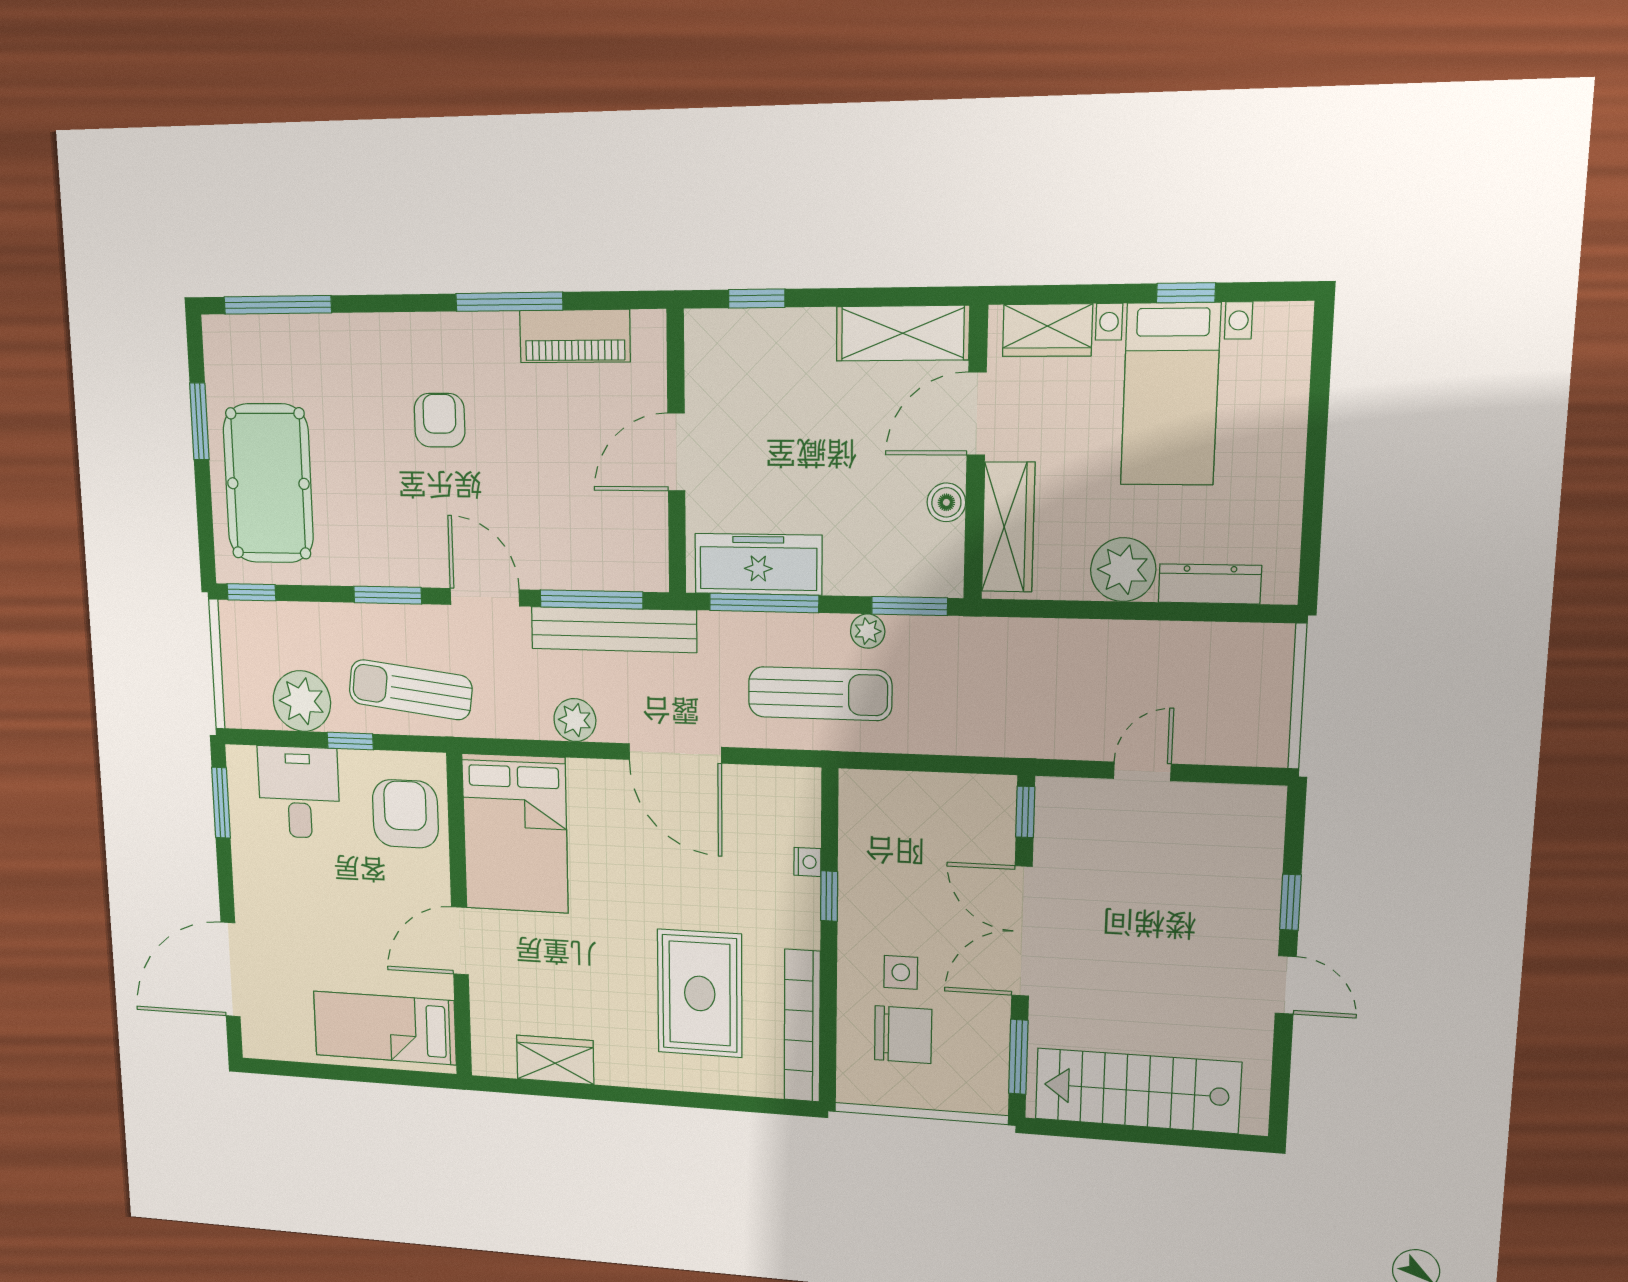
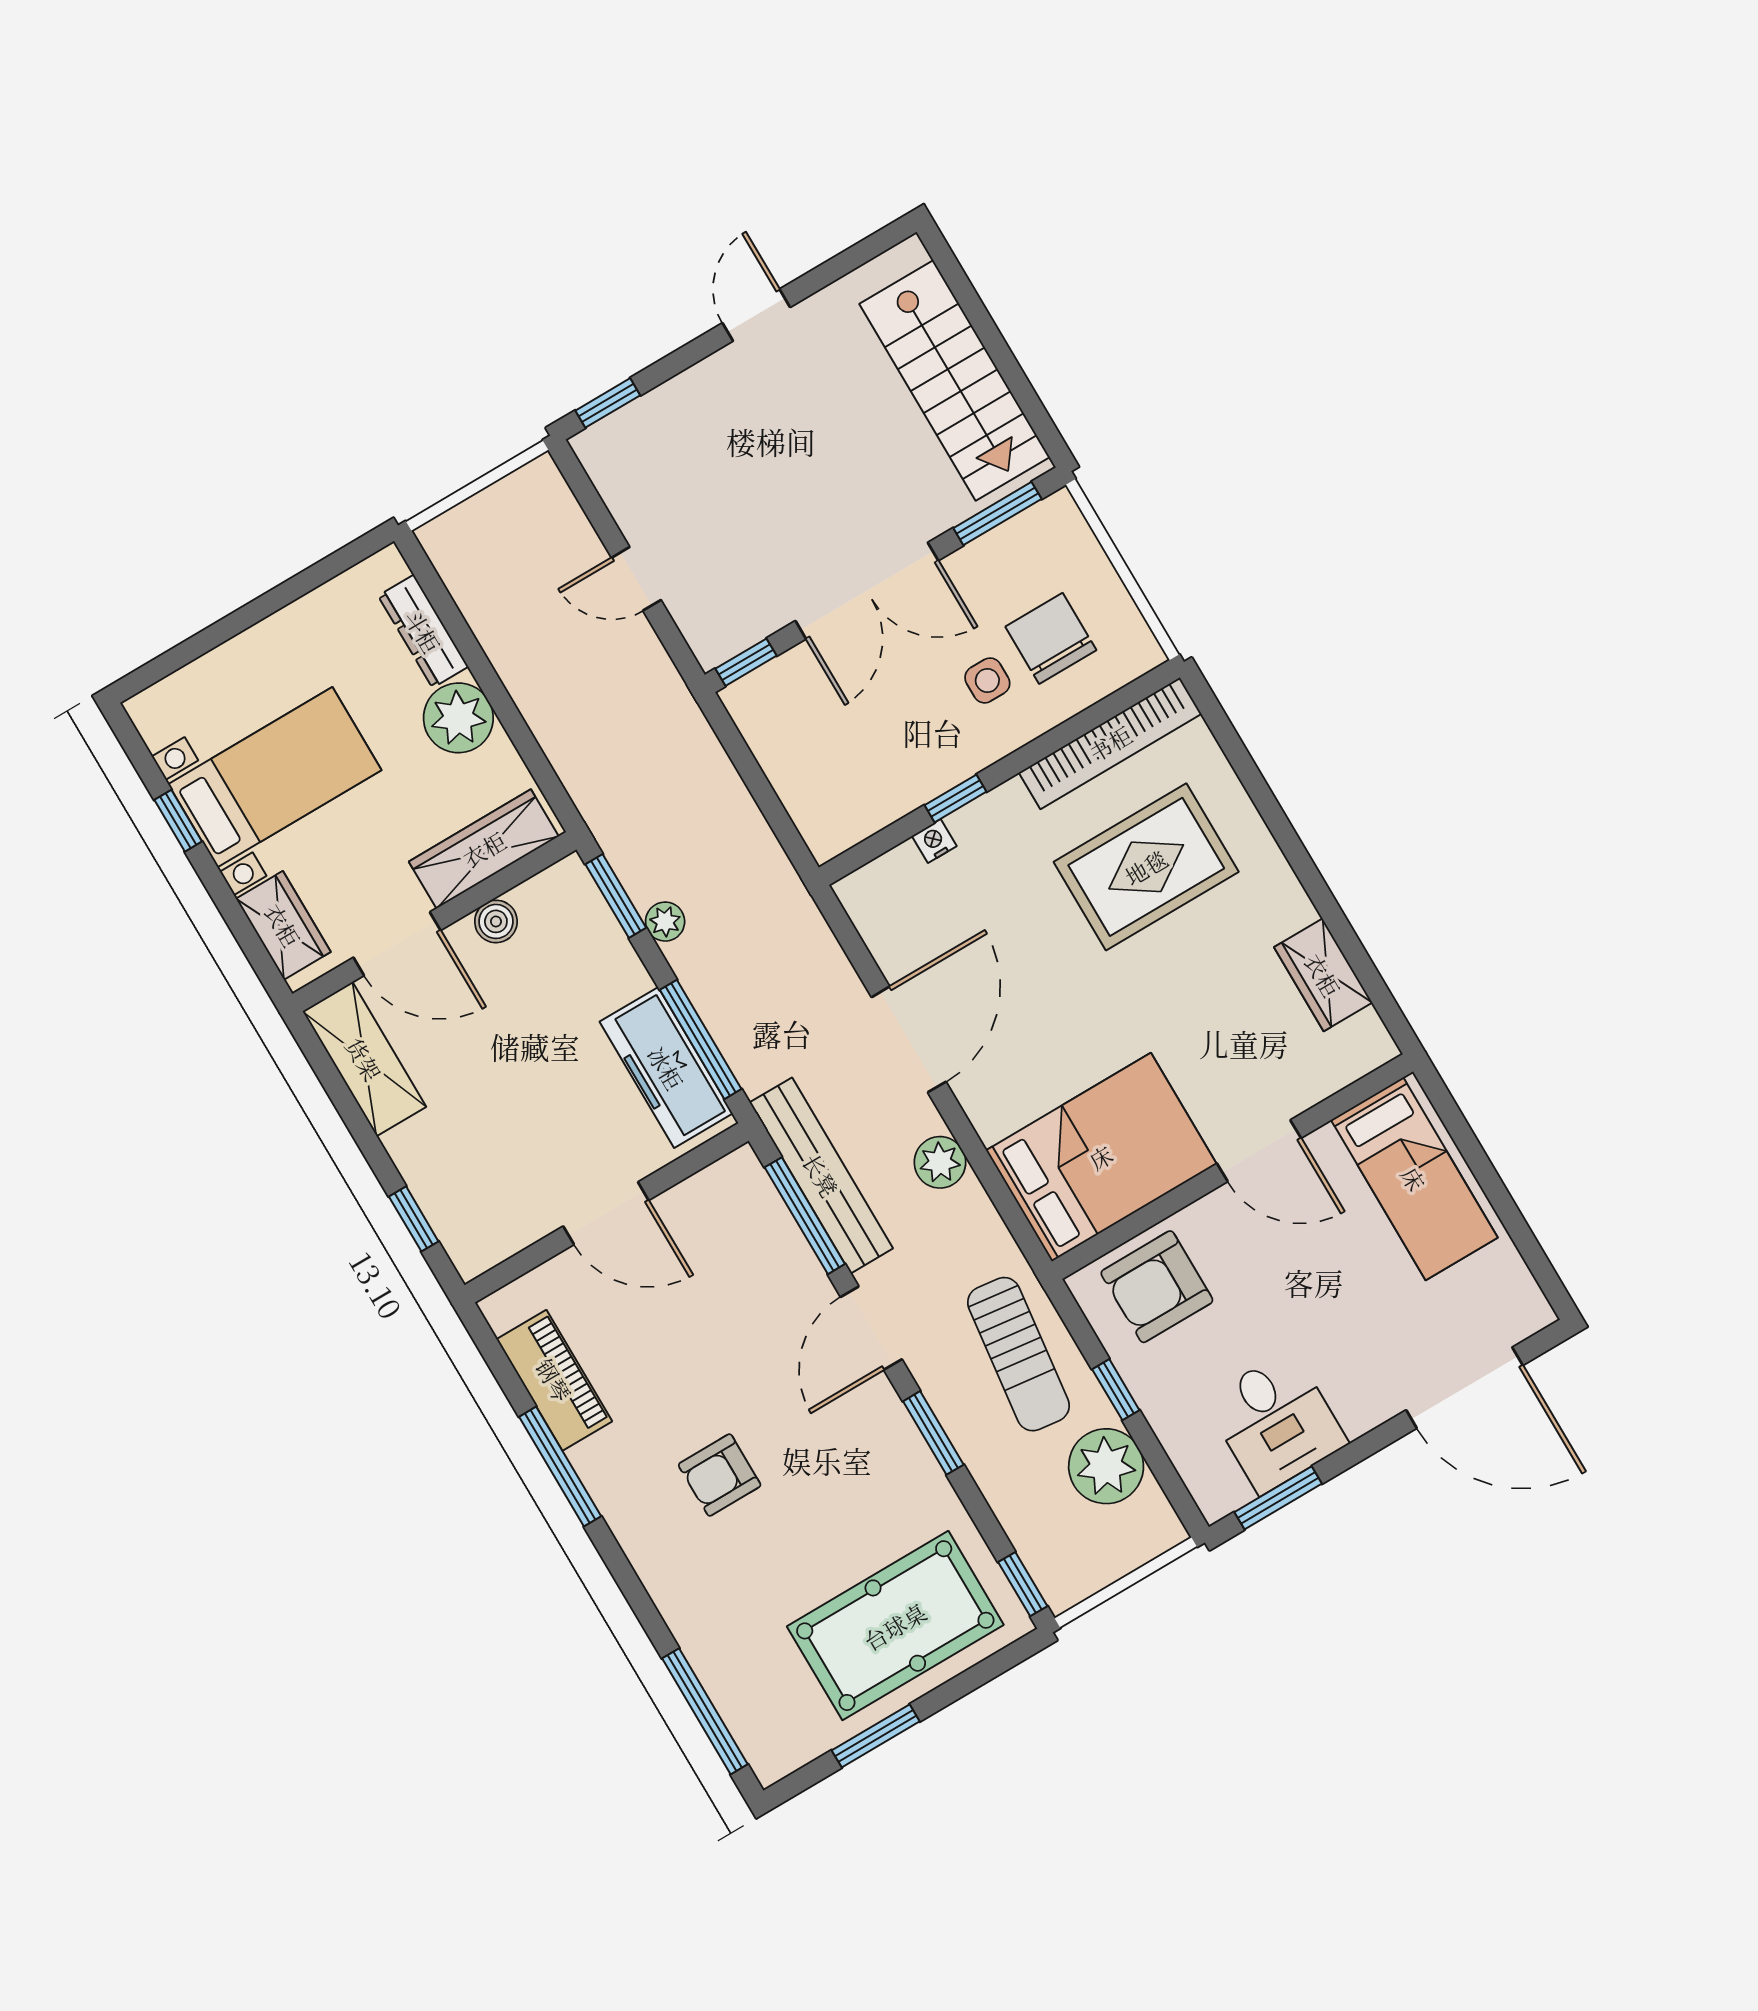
sun lounger: (820, 694) -> (756, 931), removed
desk: (299, 792) -> (1276, 1422), moved, turned -90
window: (1290, 902) -> (608, 403), moved

